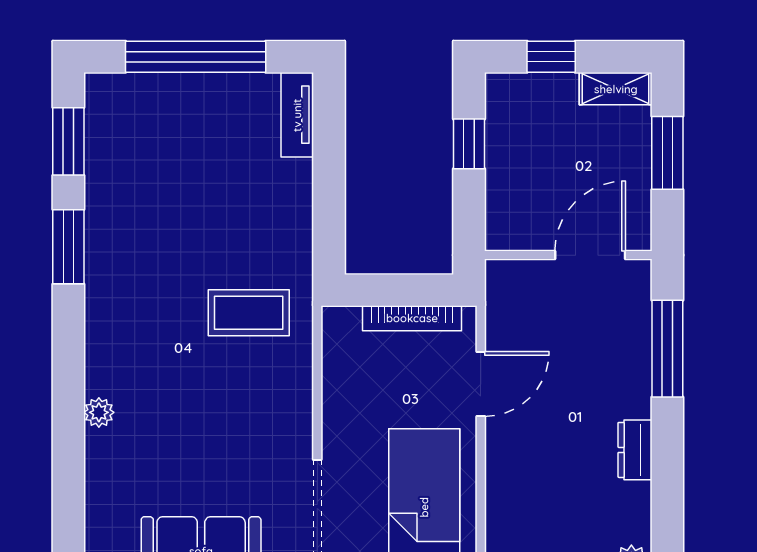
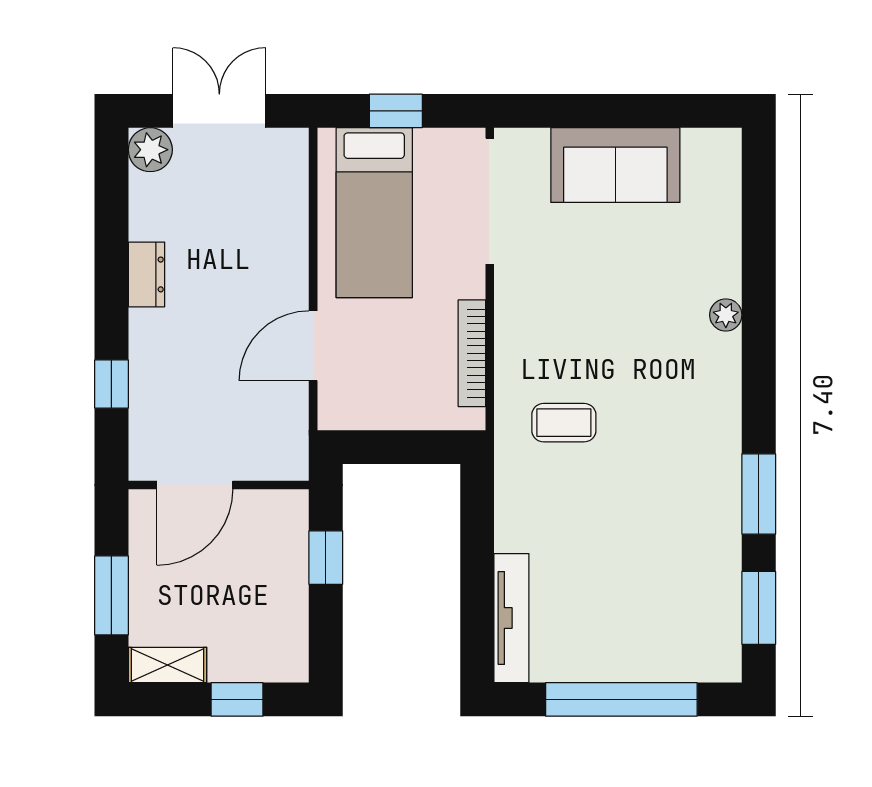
tv unit: (297, 115) -> (511, 618), width x1.41
window: (469, 144) -> (326, 558), moved
coffee table: (249, 313) -> (564, 423), width x0.73, depth x0.77
bookcase: (412, 318) -> (472, 353), moved, turned -90
window: (667, 349) -> (111, 384), width x0.46

